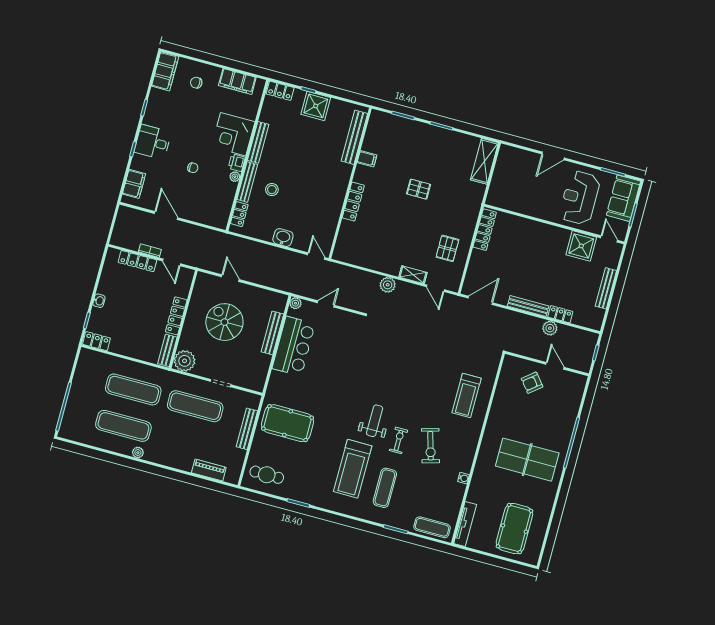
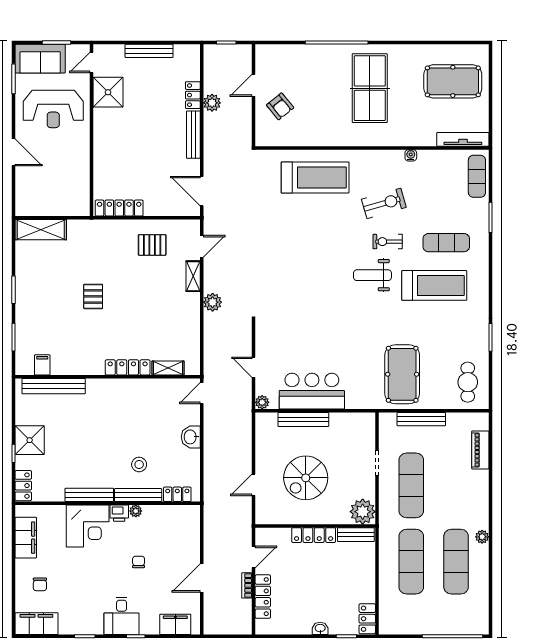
filing cabinet: (367, 159) -> (42, 365), moved
shelving: (344, 234) -> (168, 368), added
treadmill: (467, 396) -> (315, 177), width x1.37, depth x1.37

